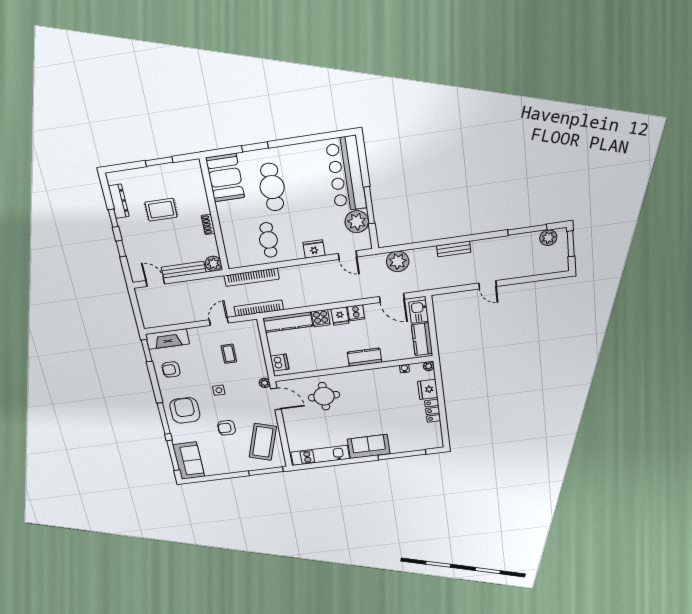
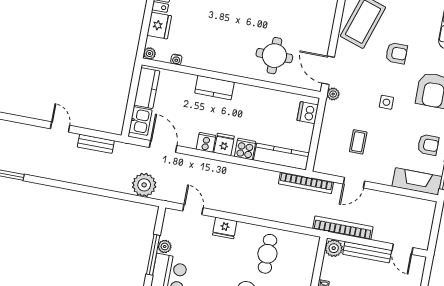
plant: (357, 222) -> (165, 247), width x0.53, depth x0.53
bench: (454, 249) -> (96, 144), moved
bookcase: (252, 277) -> (343, 228), moved

